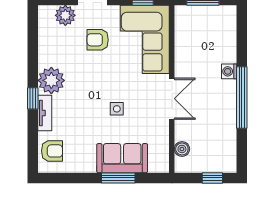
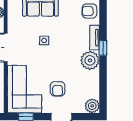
plant: (65, 15) -> (92, 106), moved
armchair: (98, 40) -> (58, 89), turned 90

